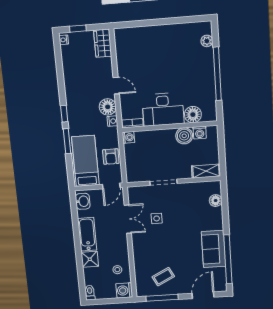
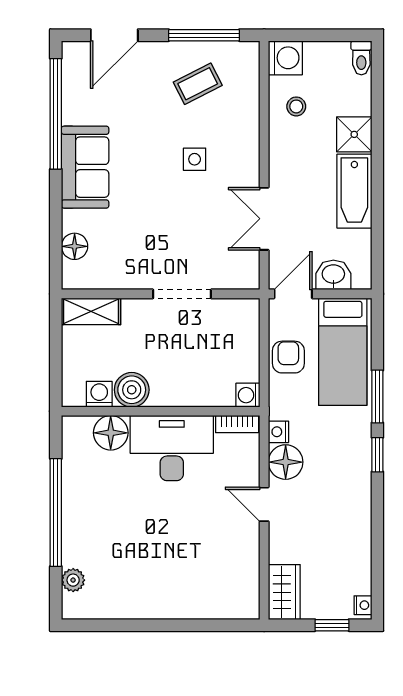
washbasin: (83, 201) -> (333, 275), moved, turned 90
side table: (157, 218) -> (195, 159), moved
sofa: (214, 249) -> (85, 167), moved

